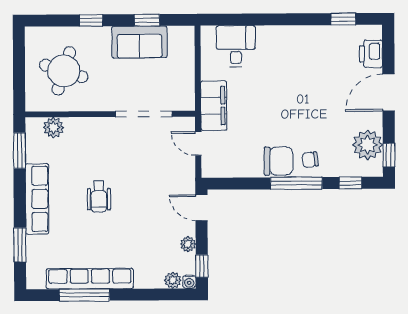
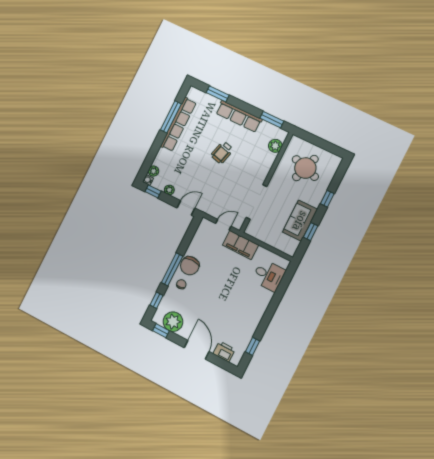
wheelchair: (99, 197) -> (222, 152), turned -76

